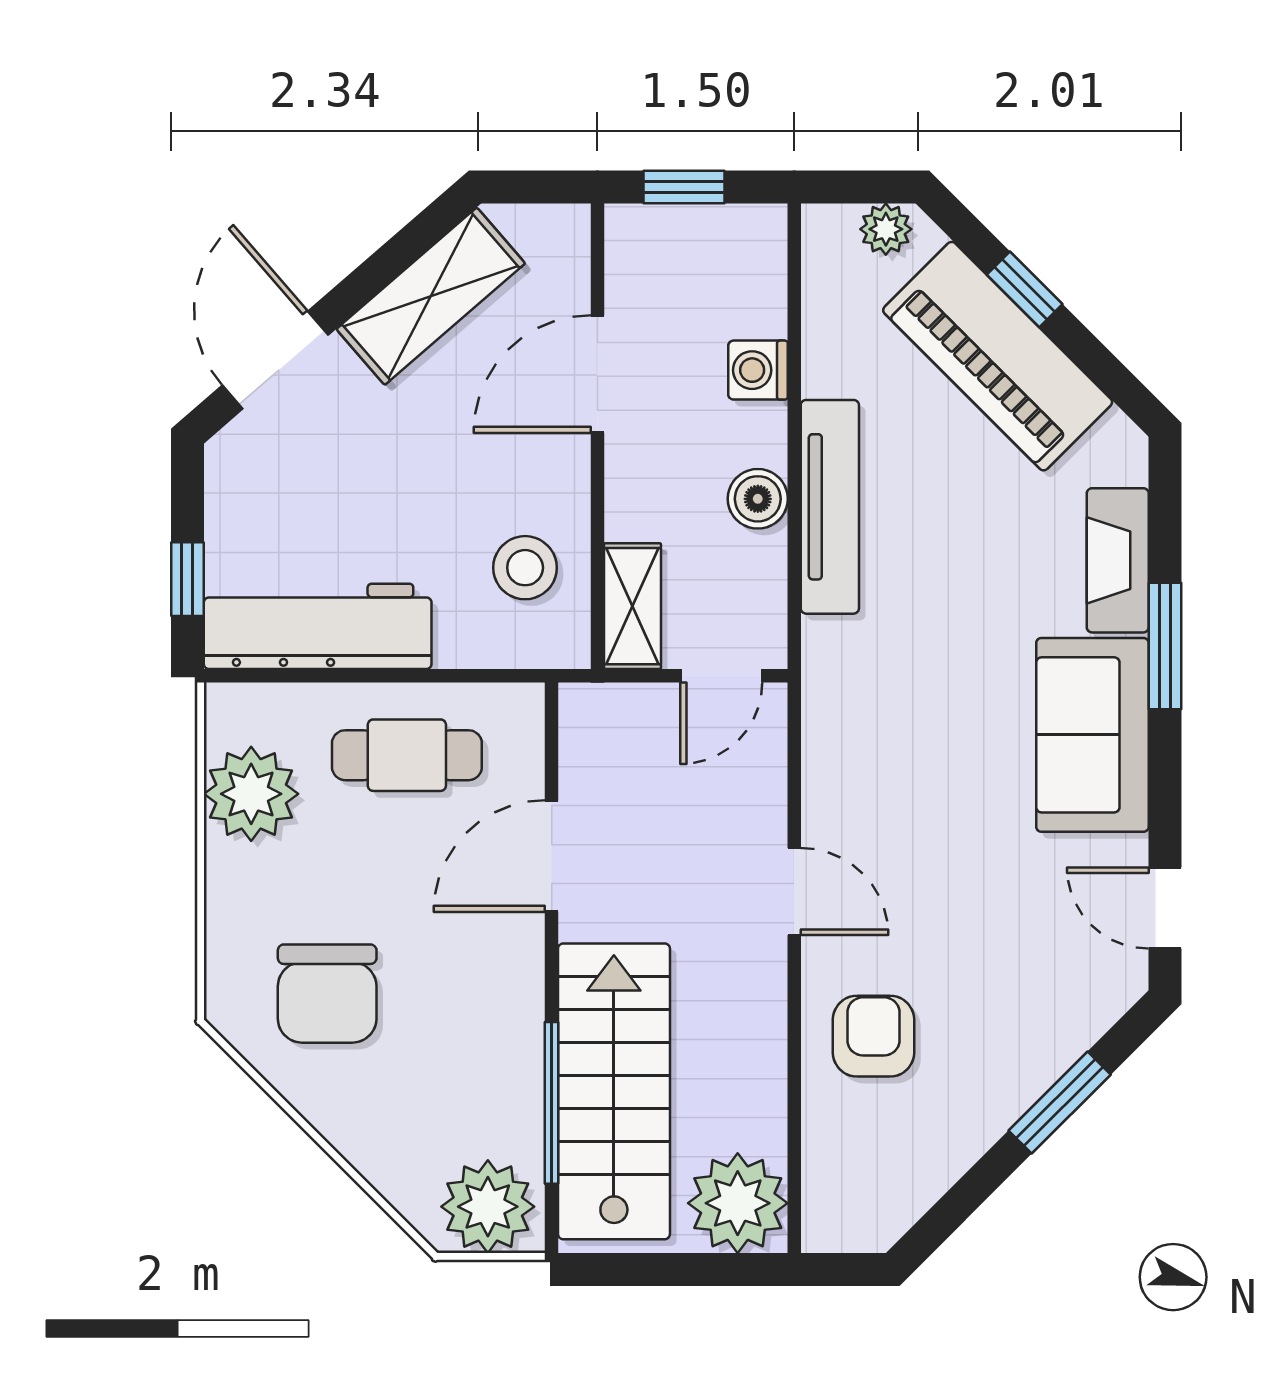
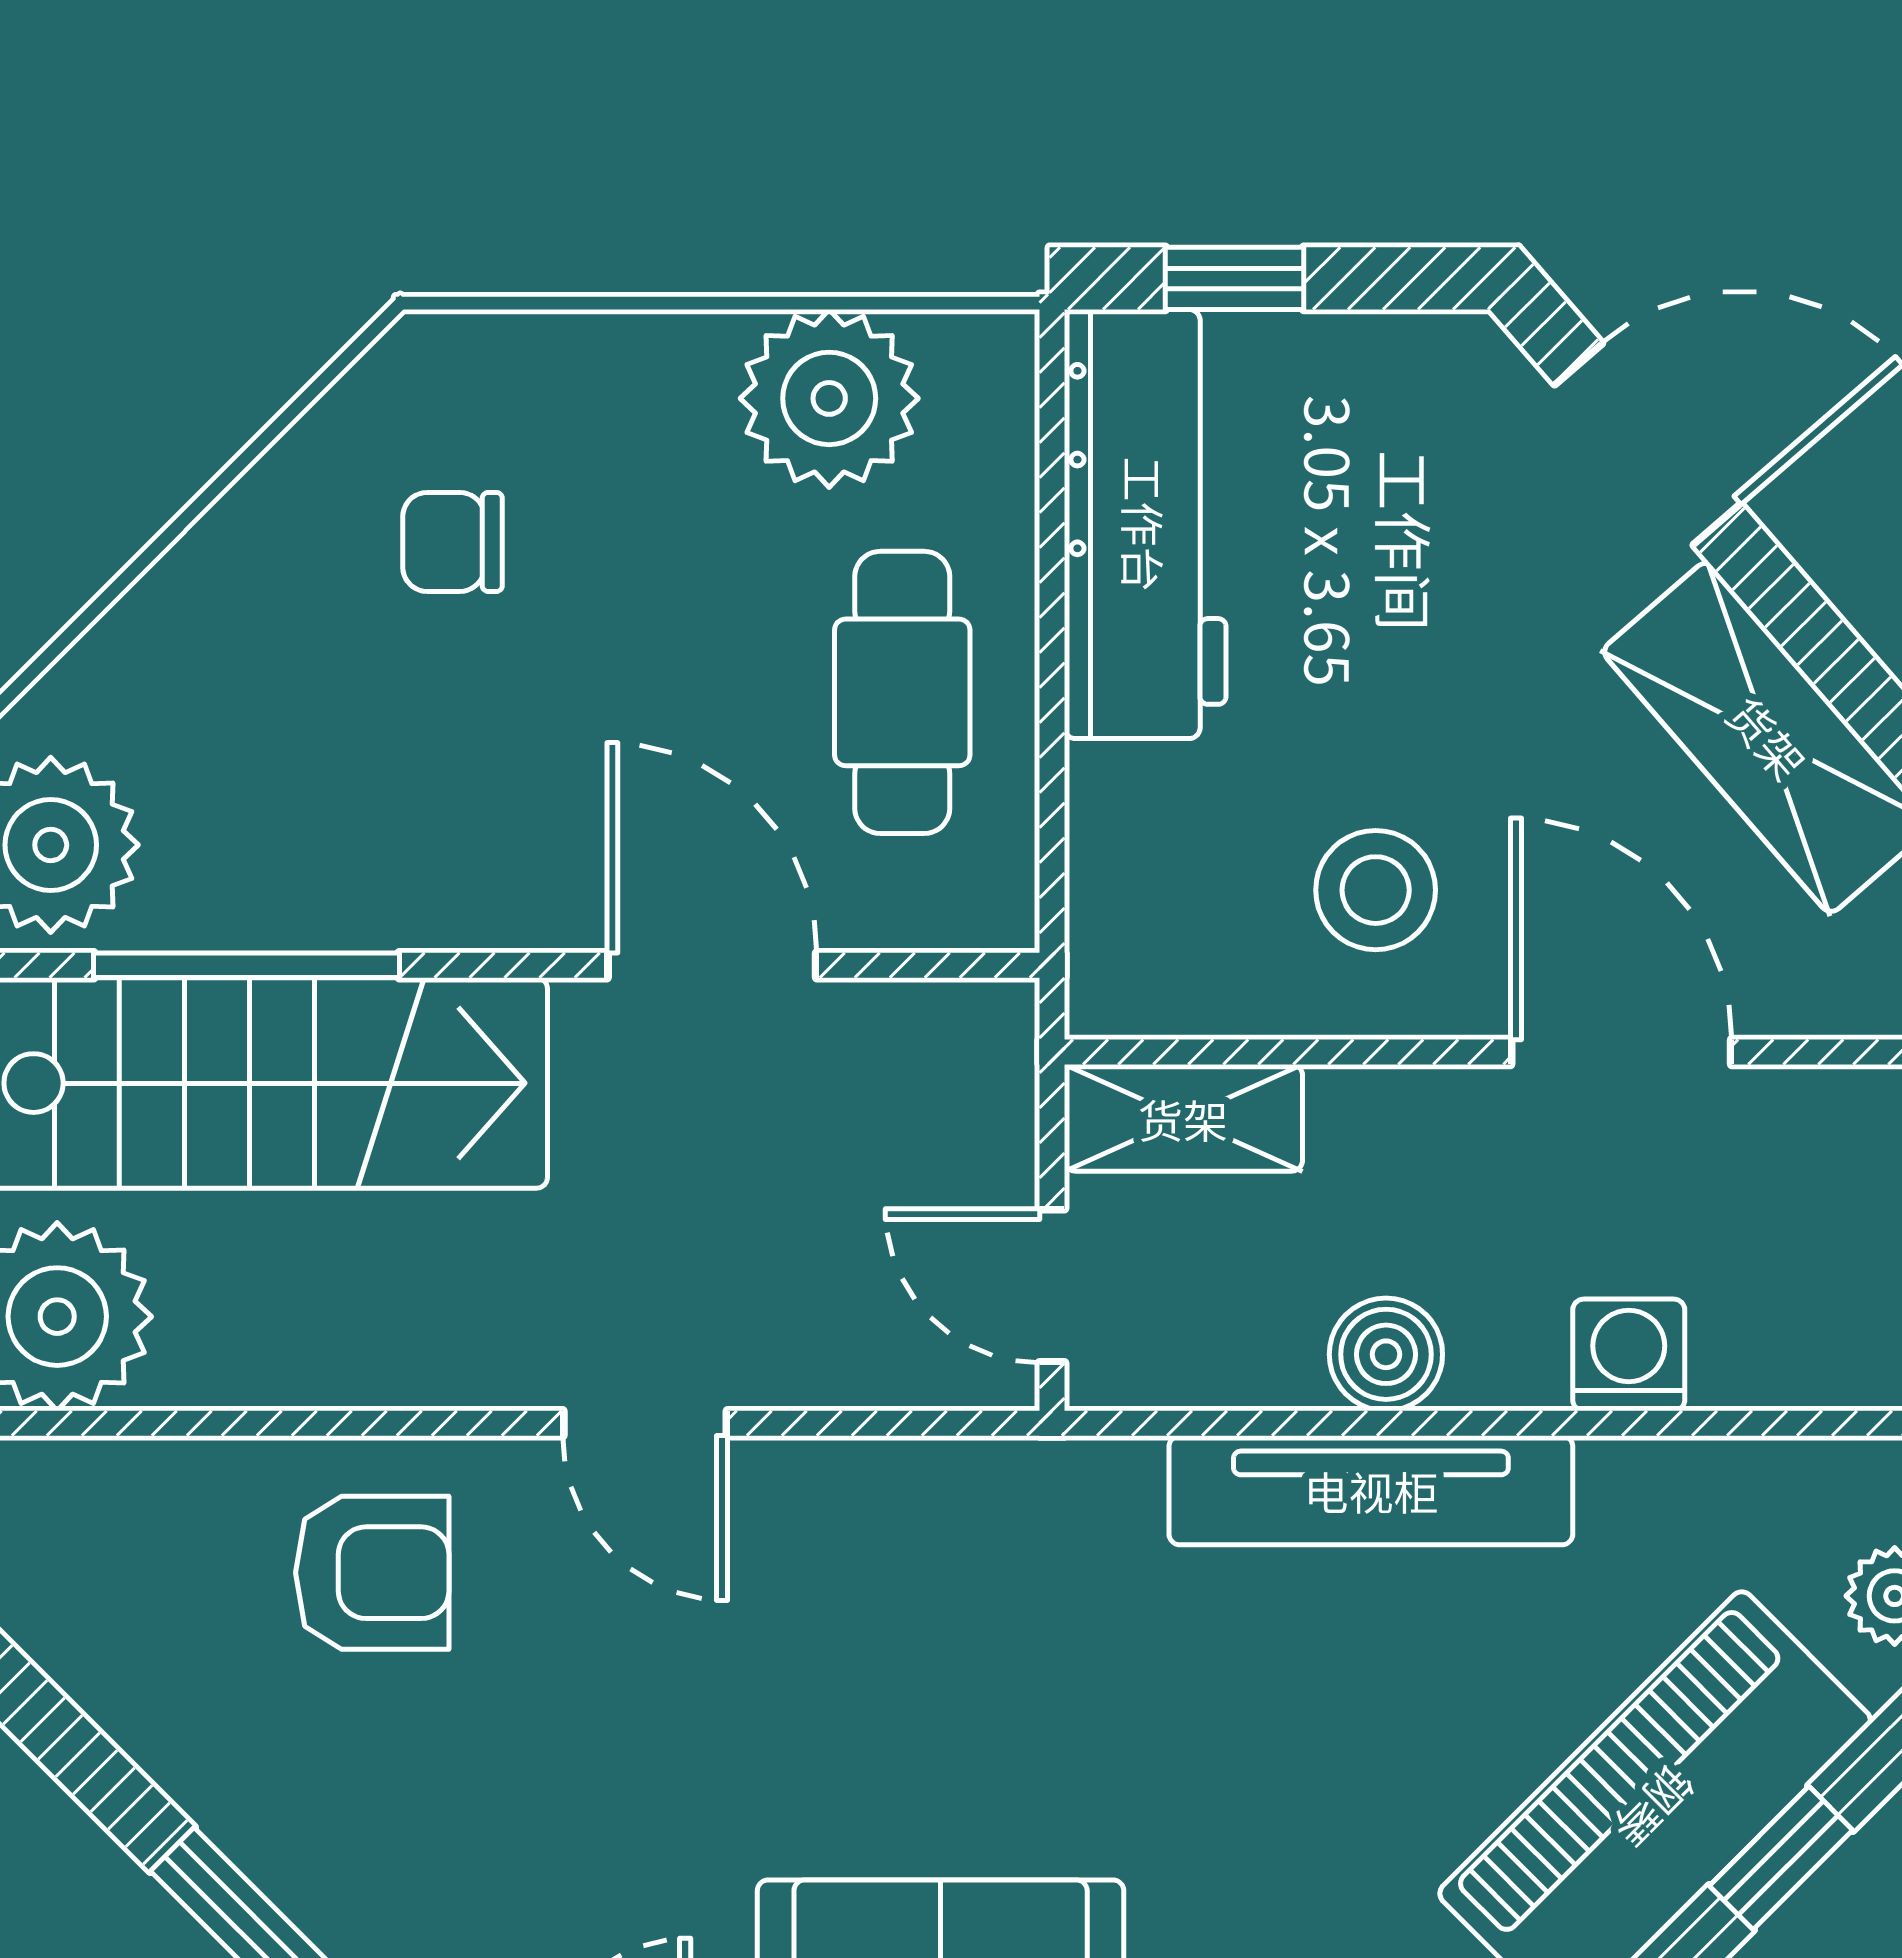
stool: (525, 568) -> (1376, 890), moved
door: (794, 891) -> (645, 1423), hinge flipped
chair: (327, 994) -> (453, 542), width x0.54, depth x0.54

